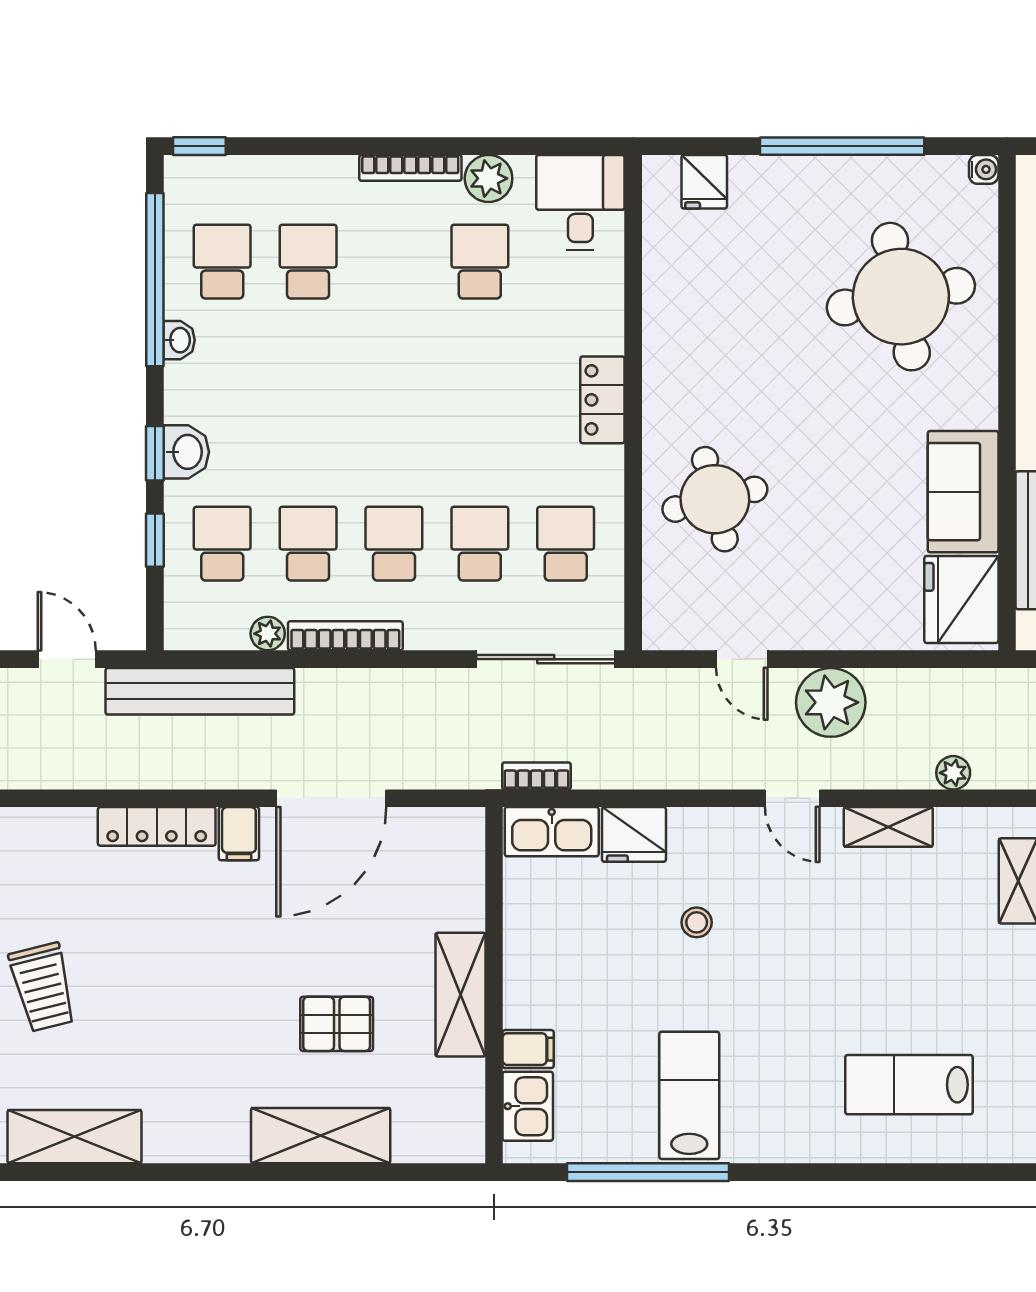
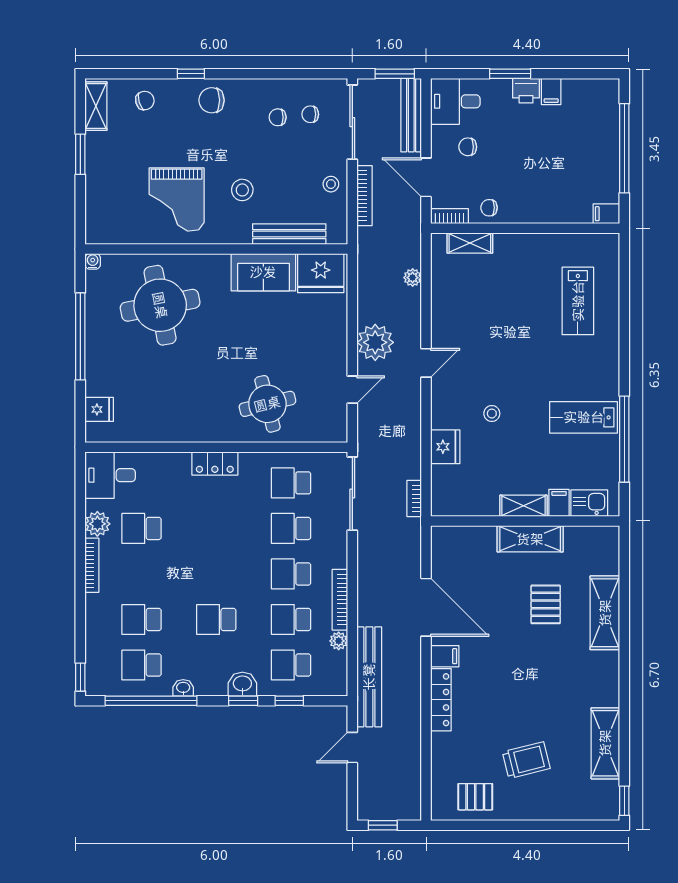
school desk: (308, 403) -> (216, 619), added
shelving: (888, 827) -> (523, 506), moved, turned 90
kitchen sink: (552, 832) -> (444, 490), removed

